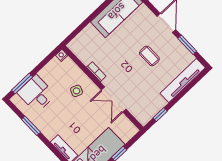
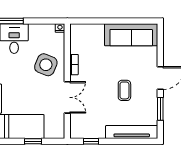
side table: (77, 91) -> (46, 65), width x1.87, depth x1.87
double door: (114, 99) -> (67, 97), swing flipped

